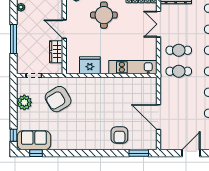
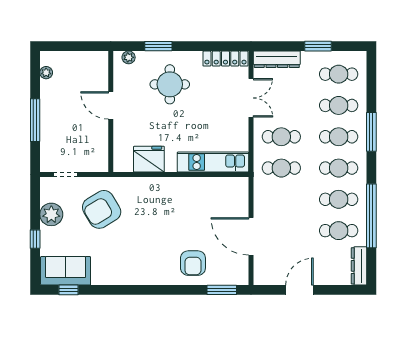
double door: (158, 24) -> (251, 98), swing flipped
wardrobe: (56, 52) -> (99, 139), removed
window: (13, 135) -> (35, 239), moved

